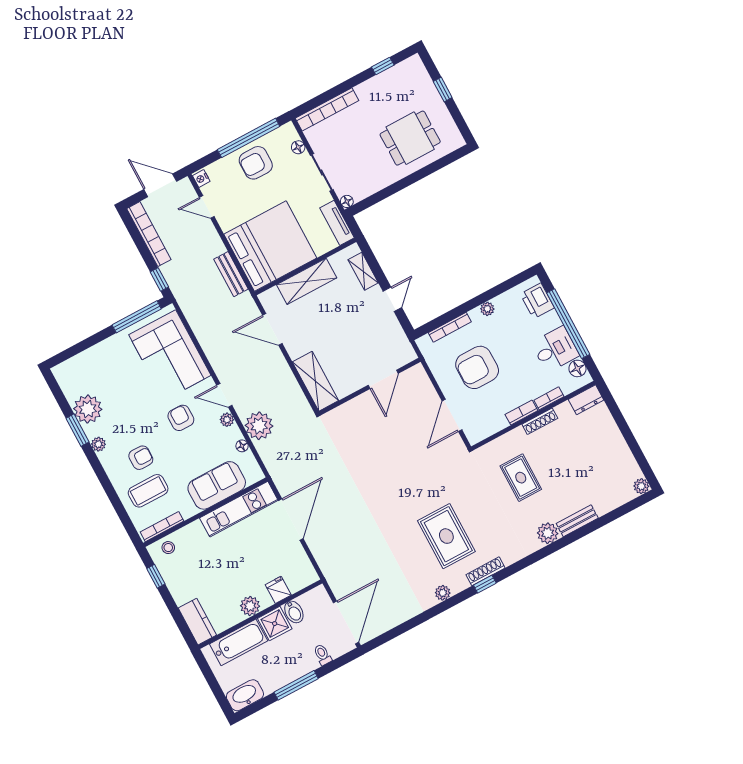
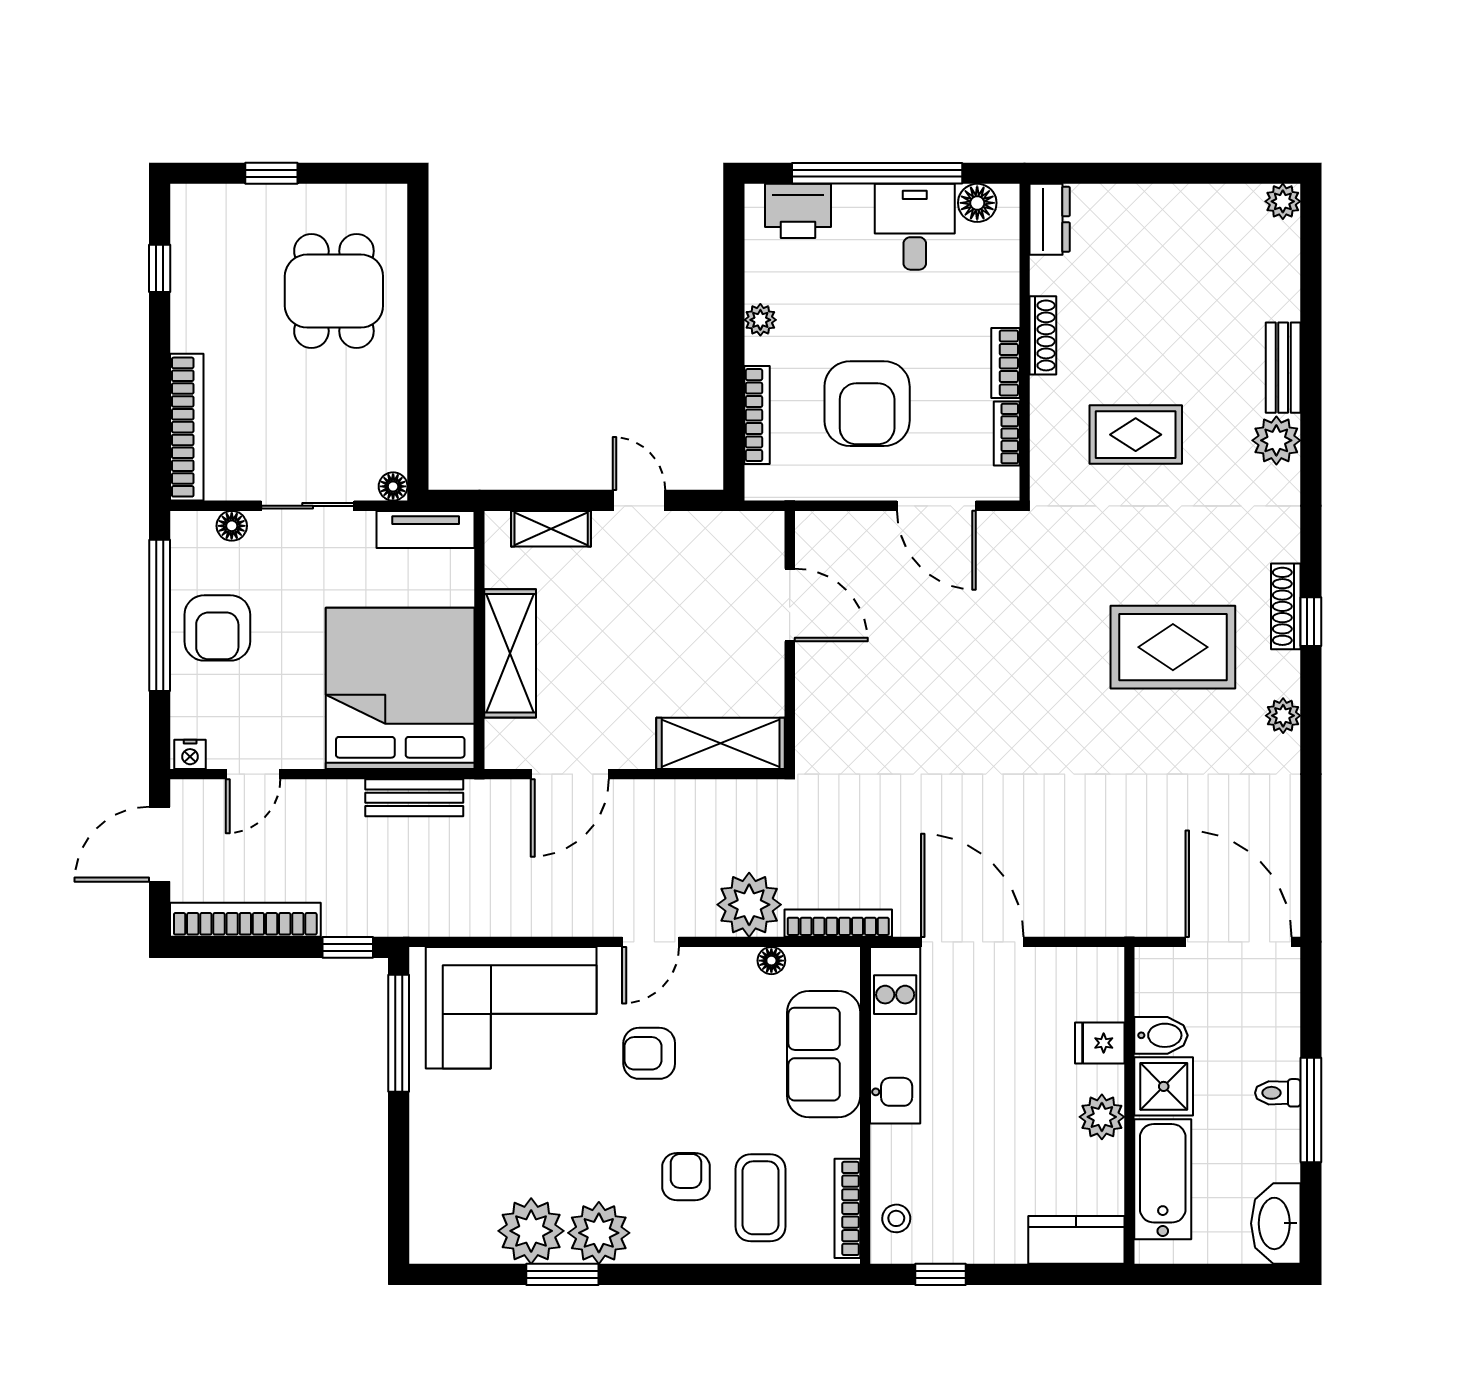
bookcase: (549, 398) -> (1007, 434), moved
plant: (227, 420) -> (702, 963), removed
plant: (98, 444) -> (599, 1233), width x1.88, depth x1.88
bookcase: (270, 464) -> (838, 923), added
toilet: (323, 655) -> (1278, 1093), moved

